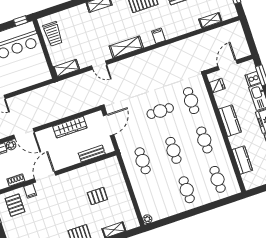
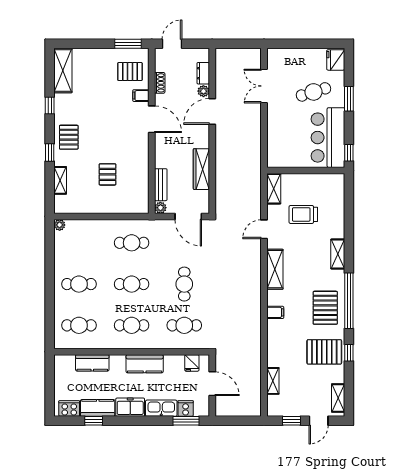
trolley: (53, 34) -> (303, 214), moved
plant: (109, 148) -> (160, 208), added

